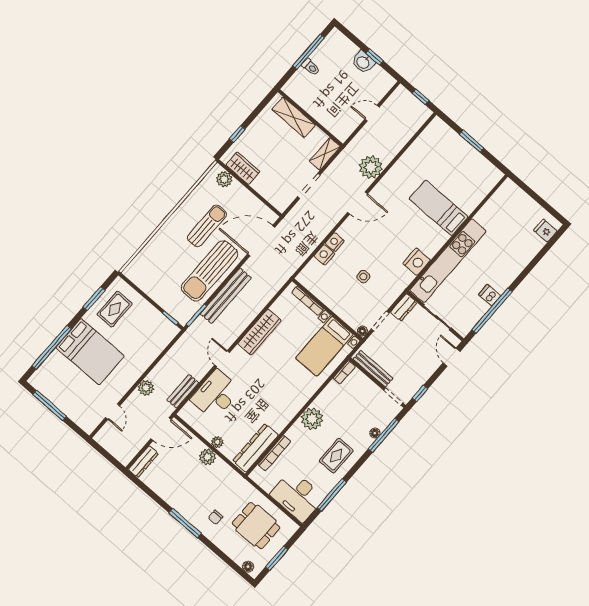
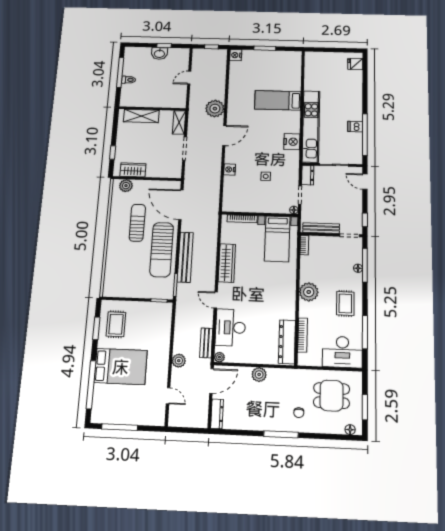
door: (261, 241) -> (181, 205), hinge flipped
nightstand: (324, 255) -> (236, 55), moved
plant: (217, 442) -> (219, 357), moved

